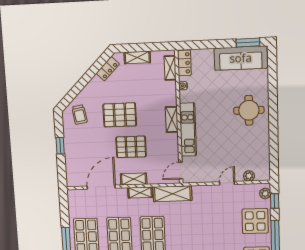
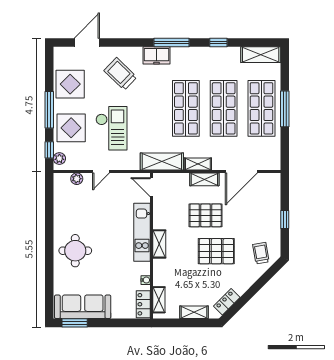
door: (181, 171) -> (152, 187), swing flipped
checkout: (219, 222) -> (111, 128), added

